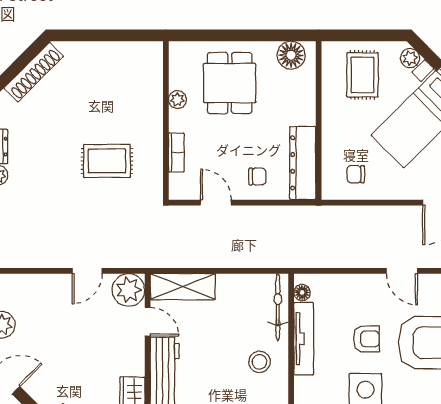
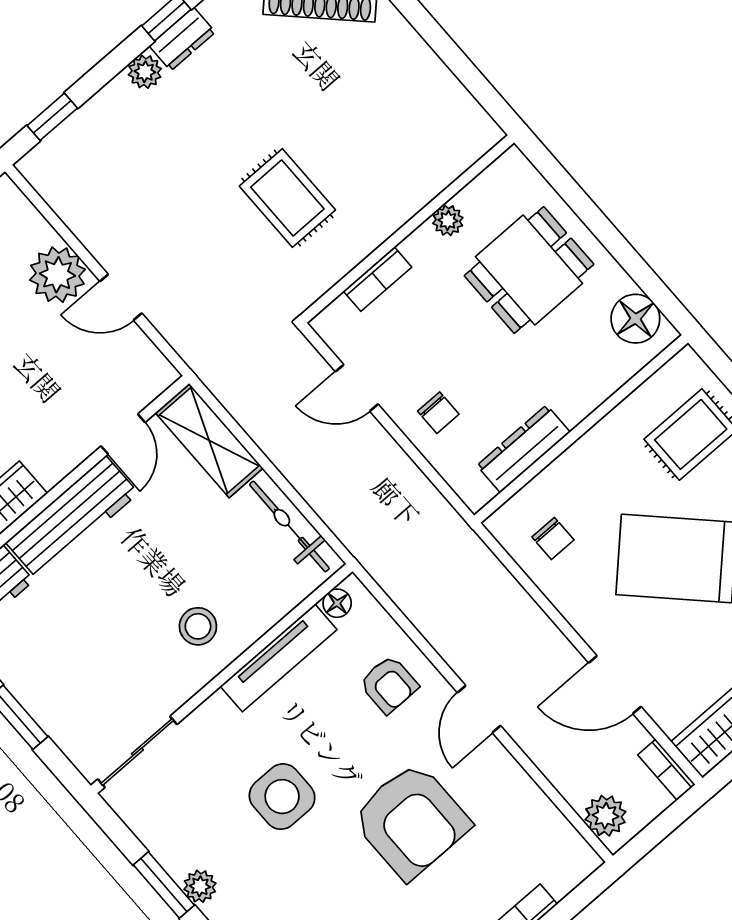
dresser: (303, 163) -> (523, 449), width x0.73, depth x0.80
chair: (356, 174) -> (553, 538), turned 180
door: (216, 203) -> (357, 388), swing flipped
plant: (128, 290) -> (57, 275), moved
bicycle: (278, 307) -> (289, 526), moved, turned -90
armchair: (366, 339) -> (389, 684), moved

